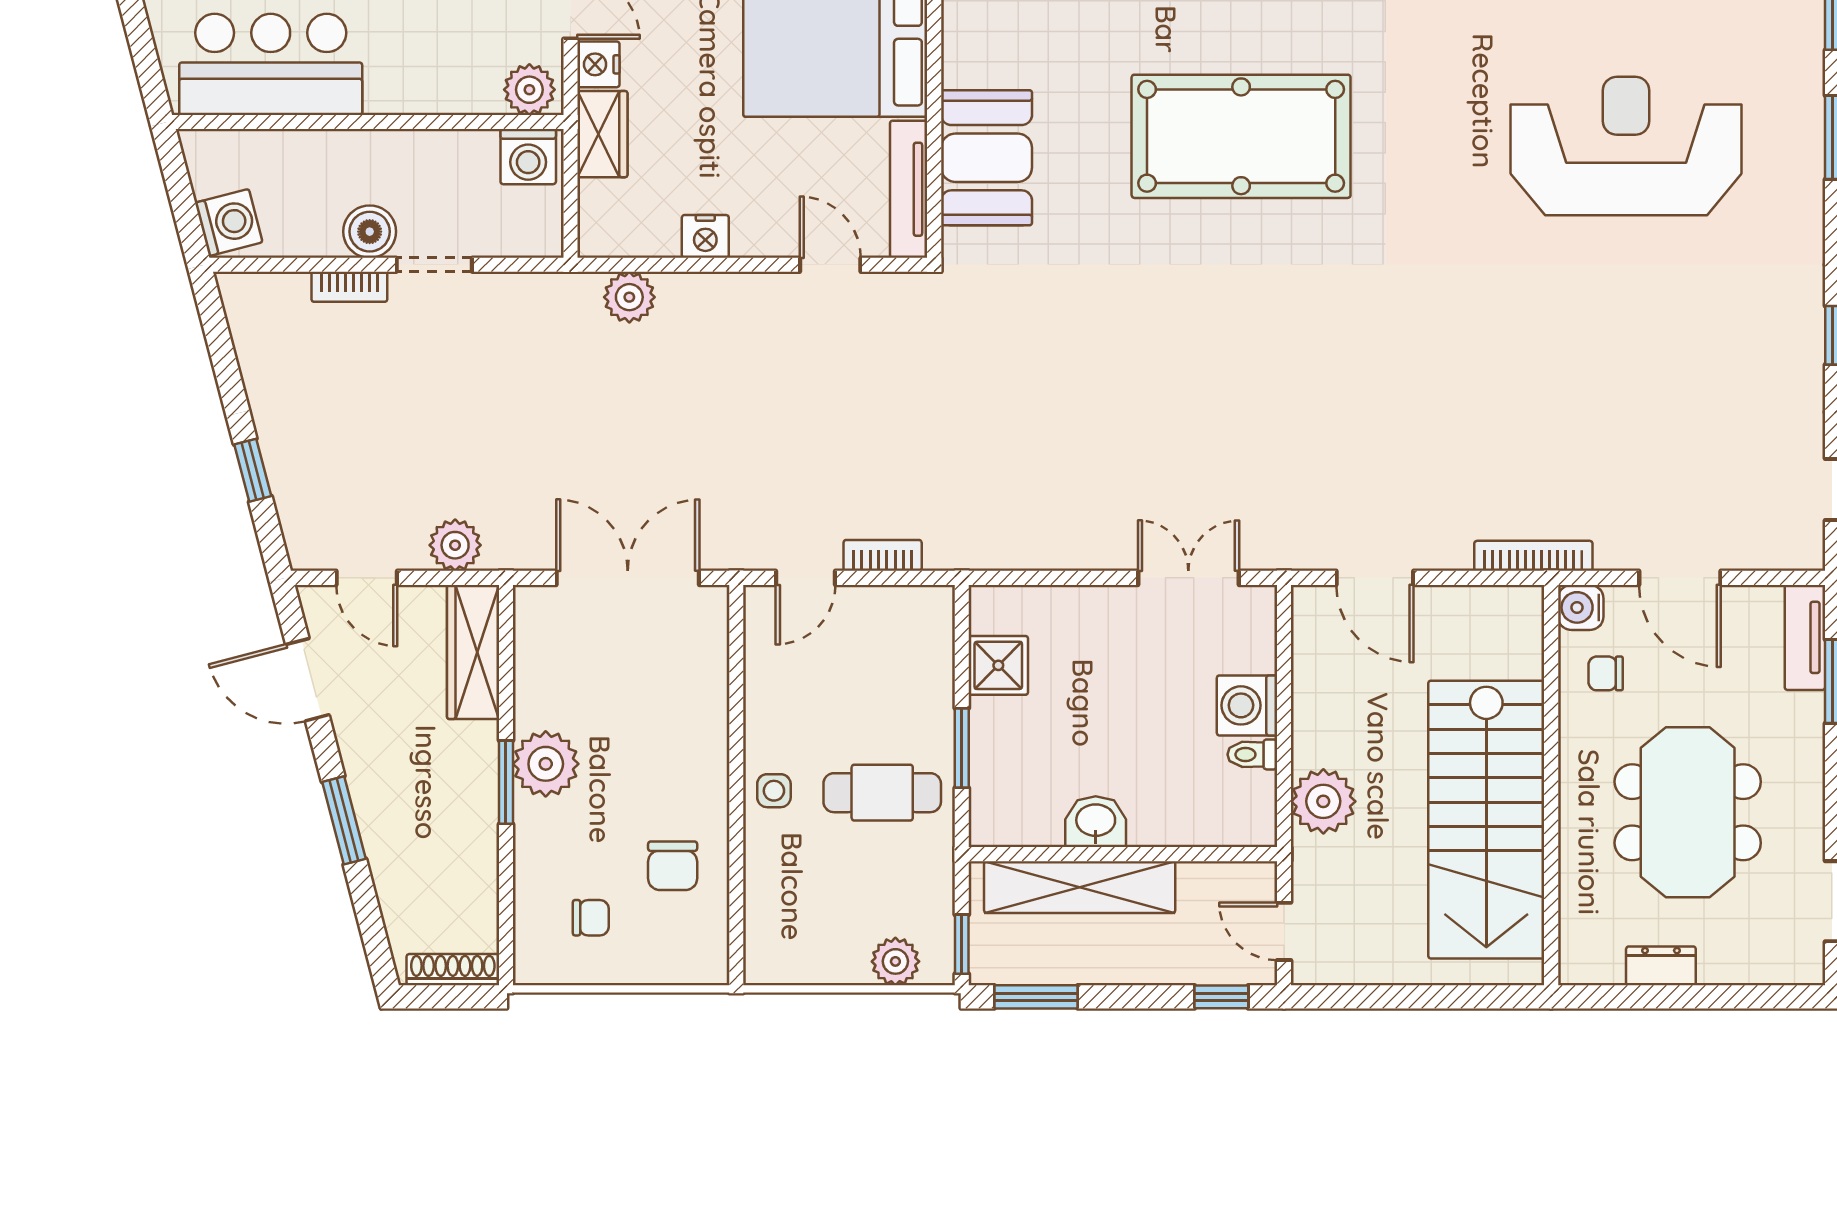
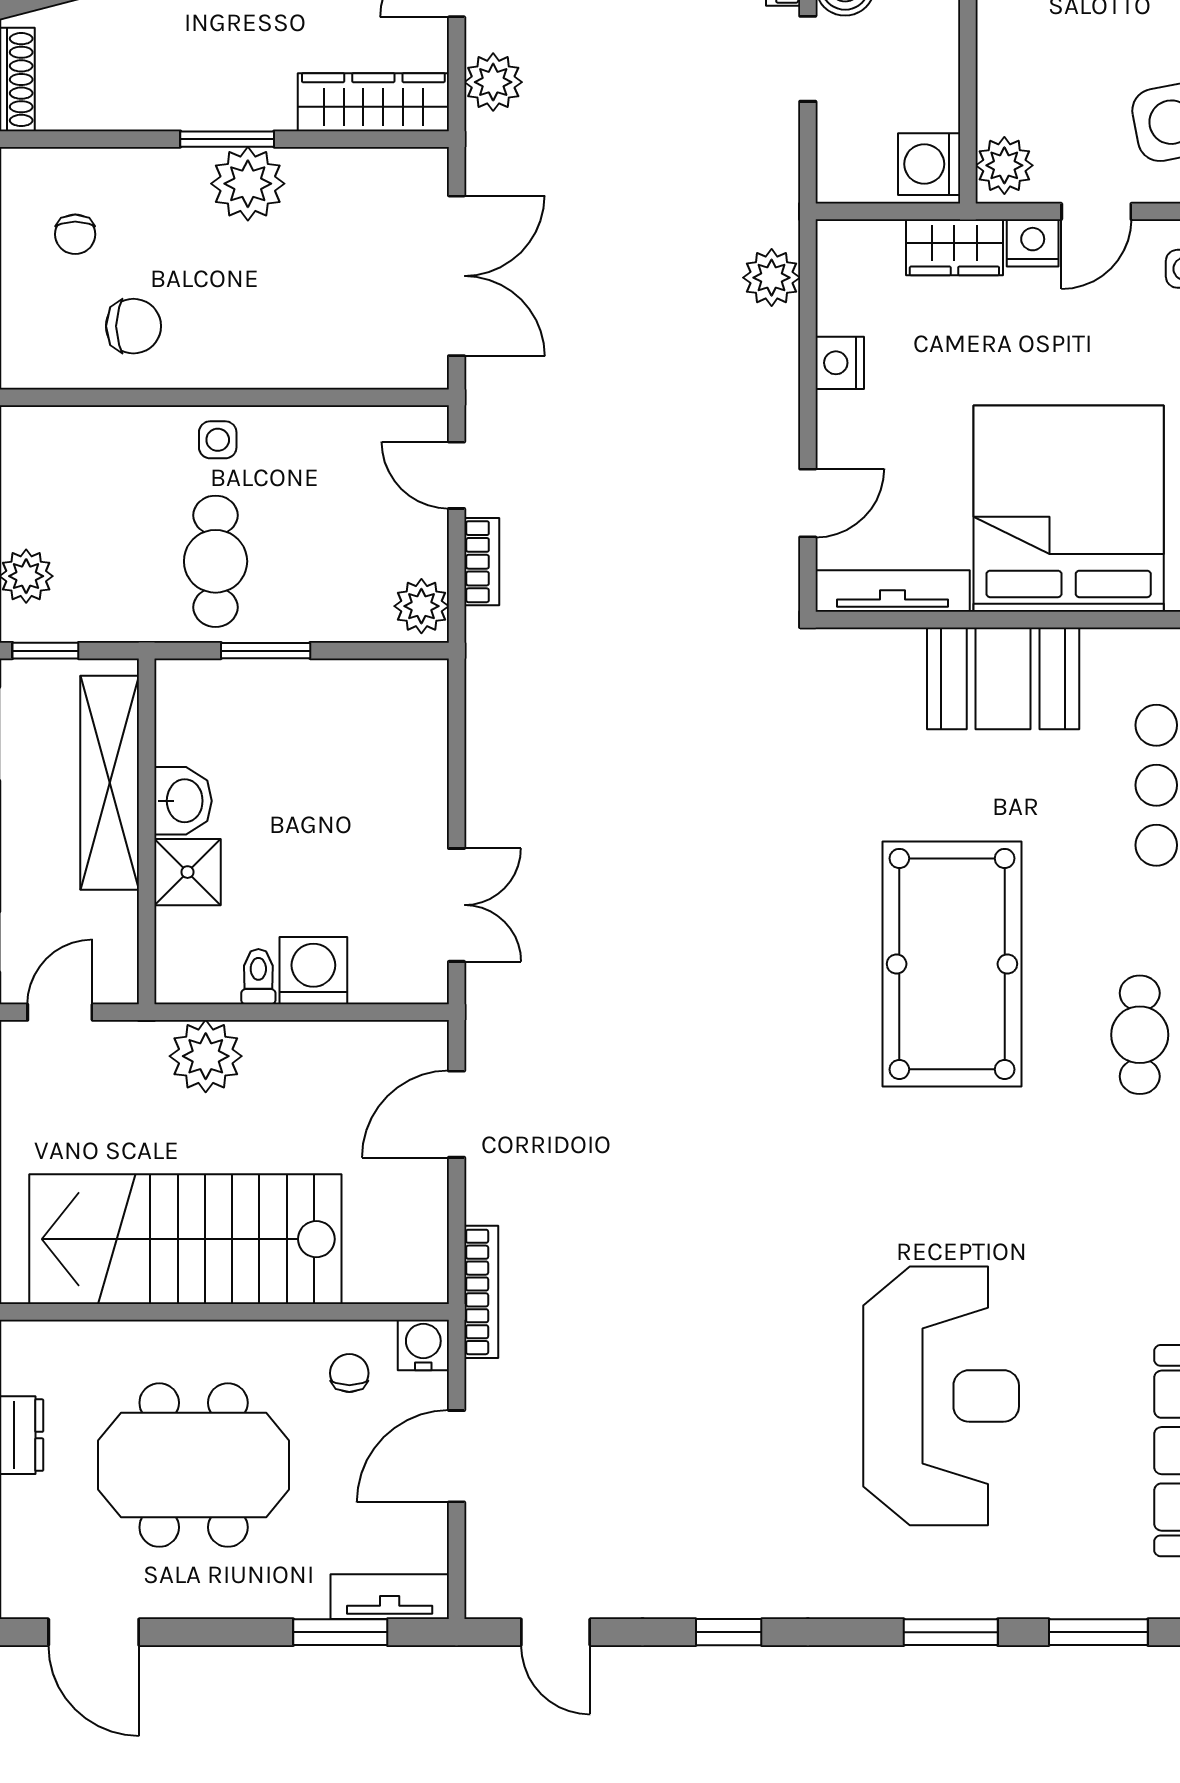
booth: (986, 158) -> (1003, 678), moved
plant: (922, 609) -> (421, 606), added
shower: (998, 665) -> (188, 872), moved
chair: (673, 866) -> (133, 326), turned 180

